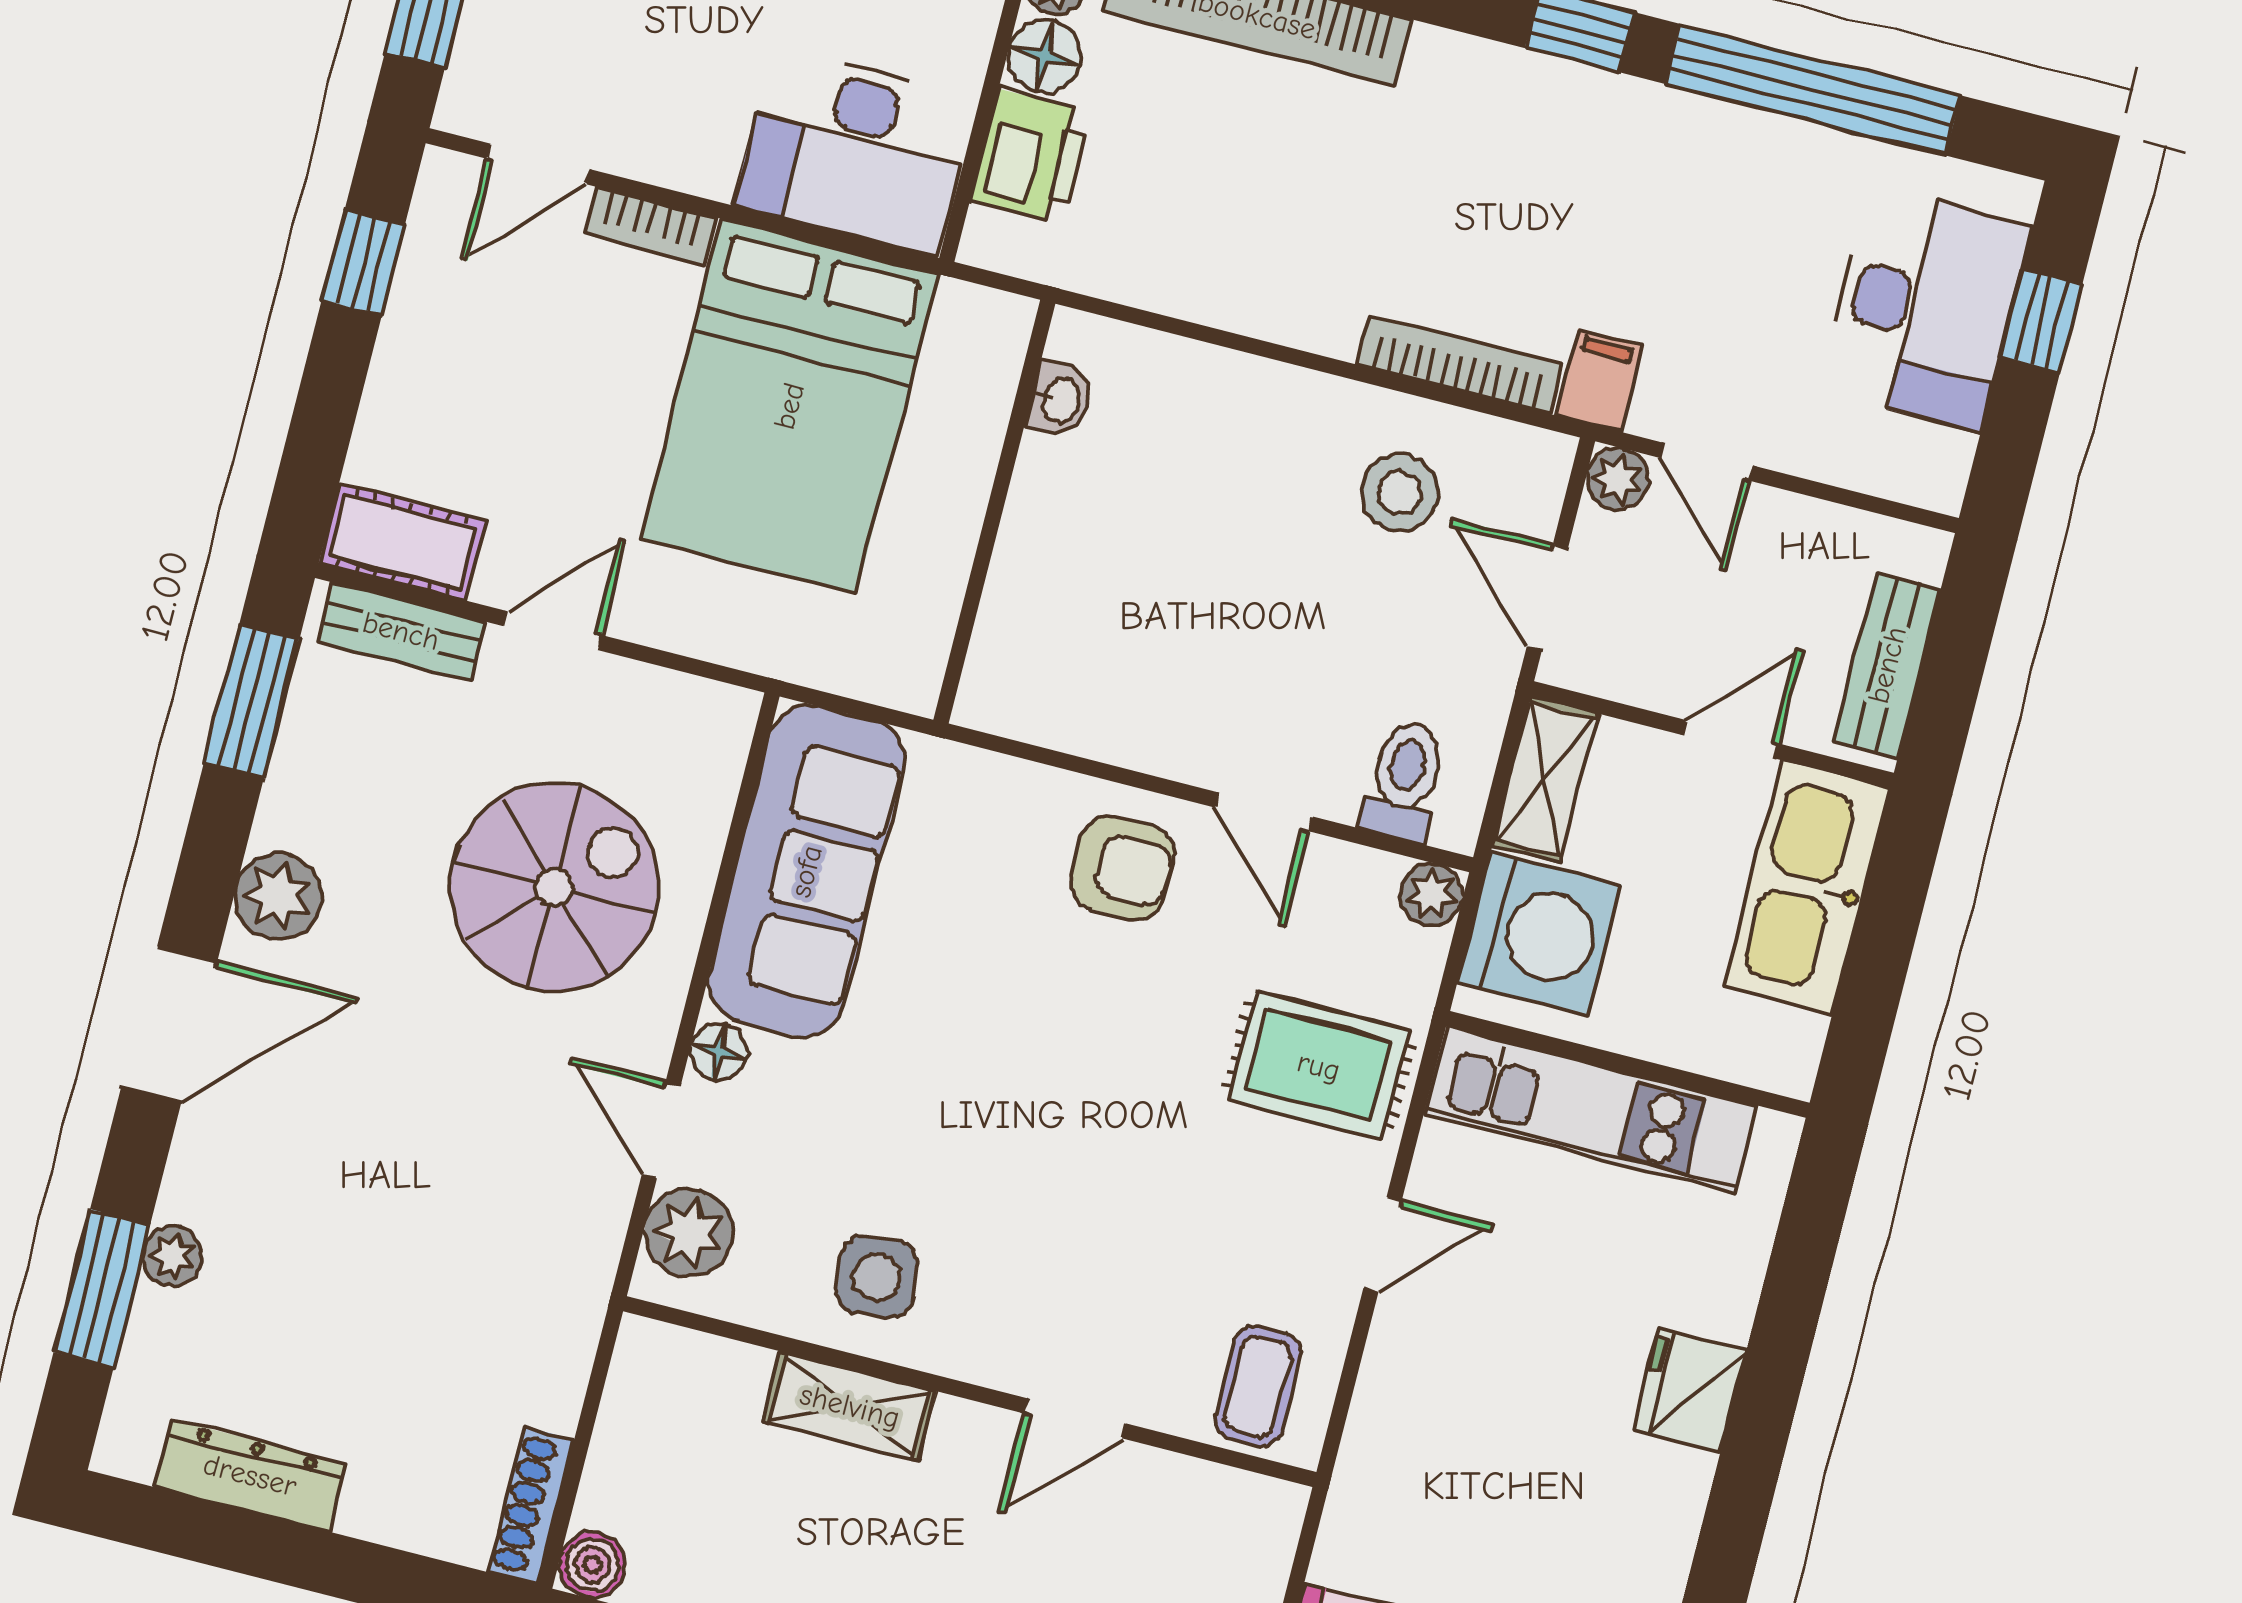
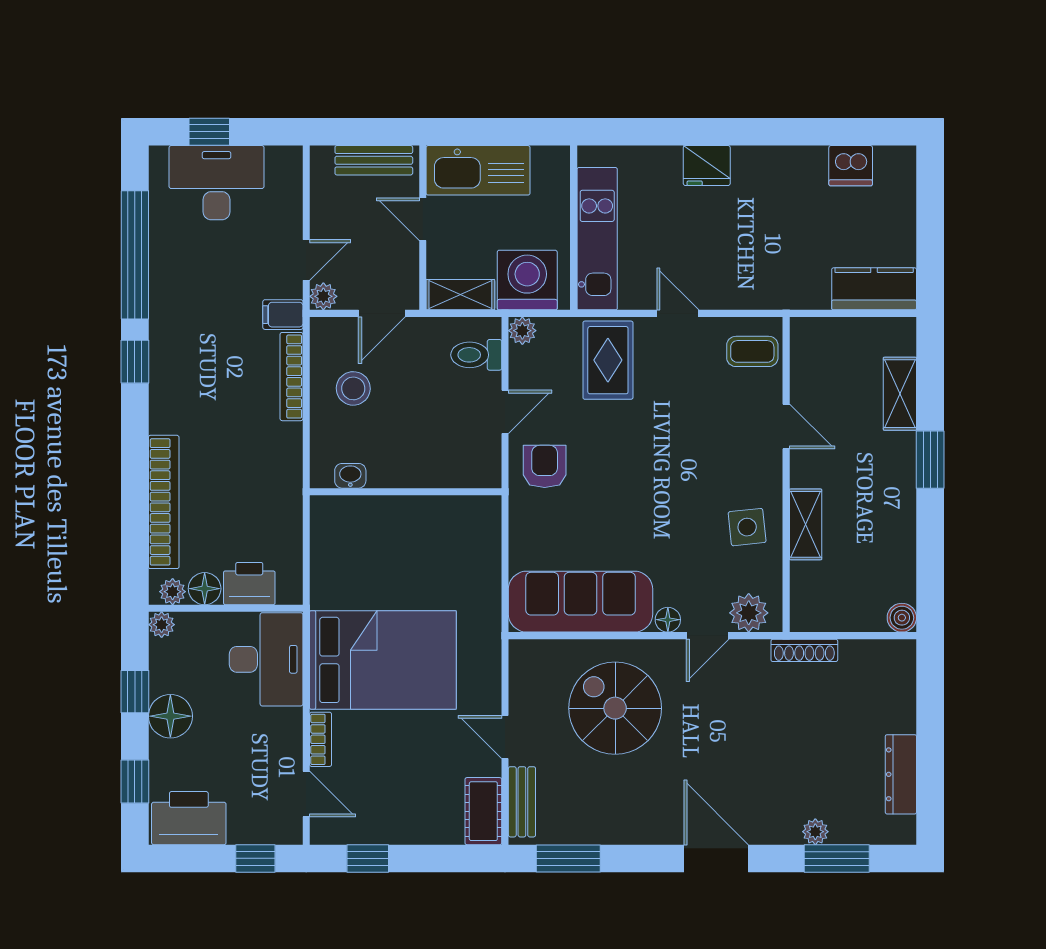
washbasin: (1060, 400) -> (350, 476), moved
wall: (994, 512) -> (406, 492), moved
plant: (278, 896) -> (649, 826), removed
shoe rack: (531, 1506) -> (804, 650), moved

